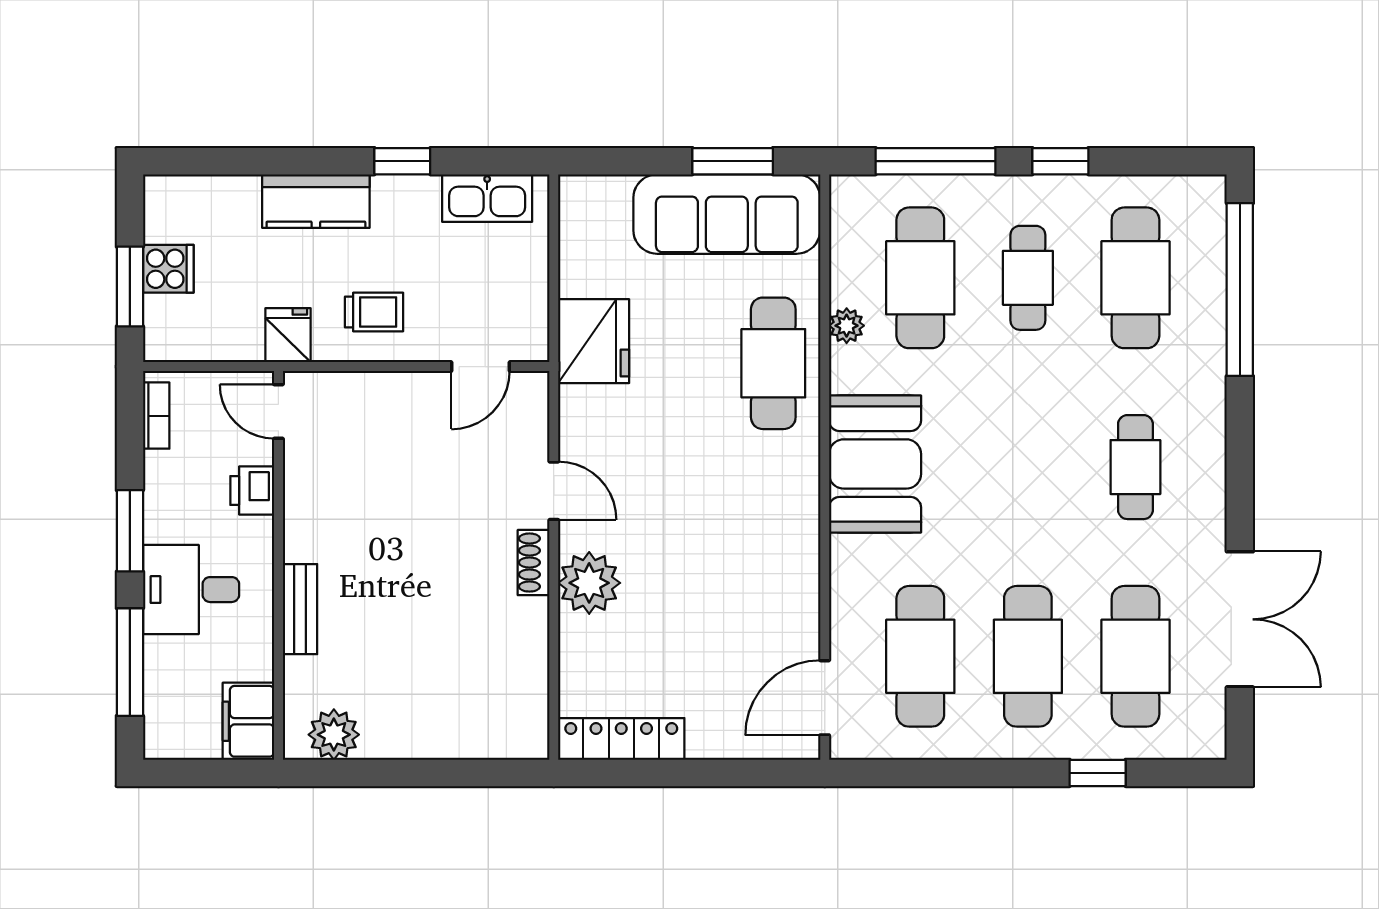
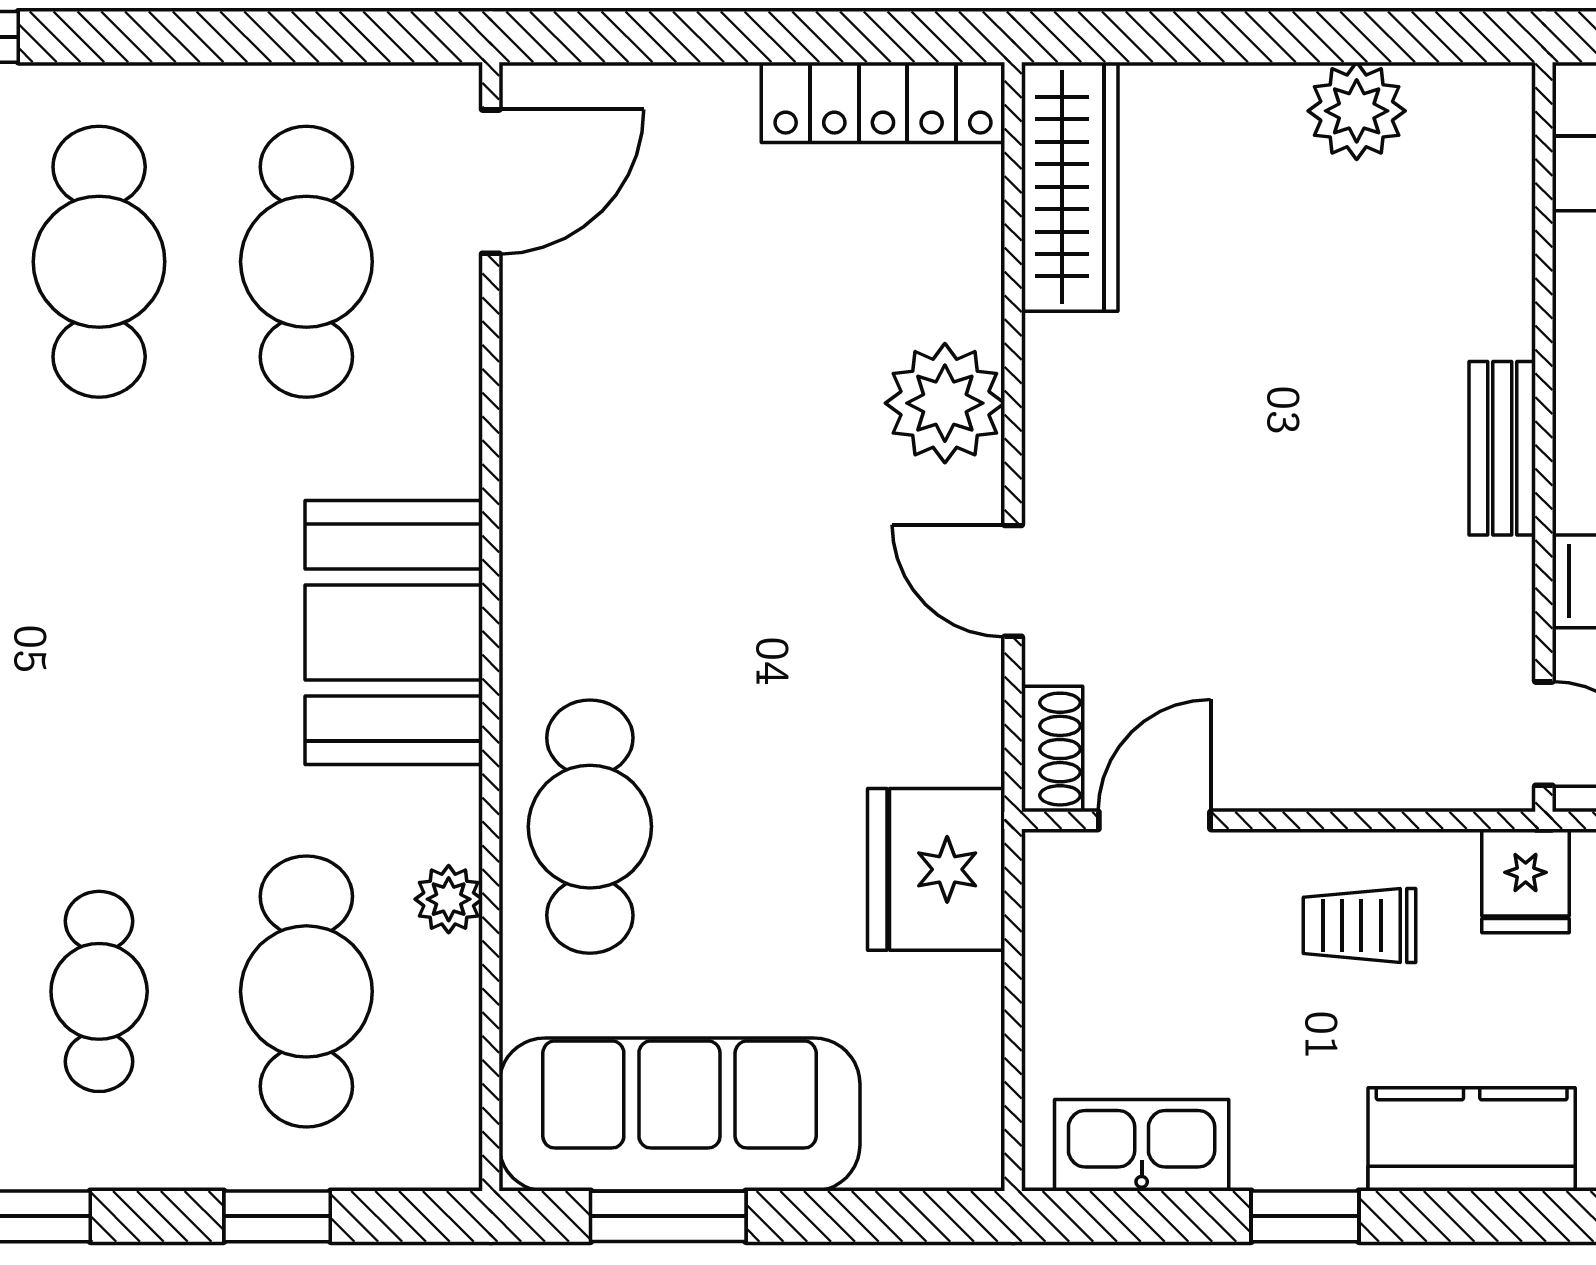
window: (935, 161) -> (277, 1216), width x0.46
shoe rack: (534, 563) -> (1052, 749), moved
bench: (300, 609) -> (1502, 448), moved
wardrobe: (524, 695) -> (1070, 187), added
plant: (334, 735) -> (1357, 111), moved

